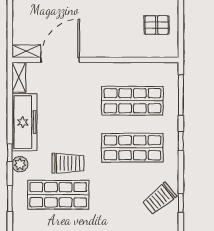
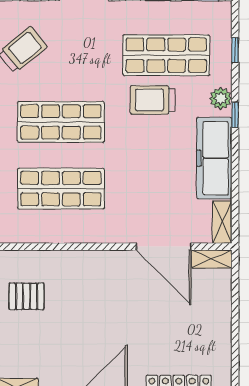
door: (60, 60) -> (164, 247), hinge flipped
window: (10, 198) -> (235, 50), width x0.67

